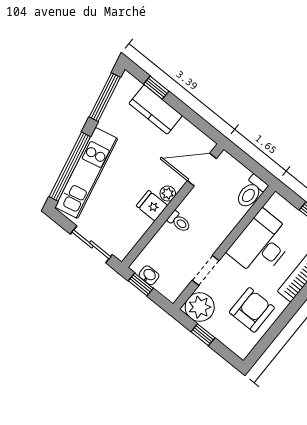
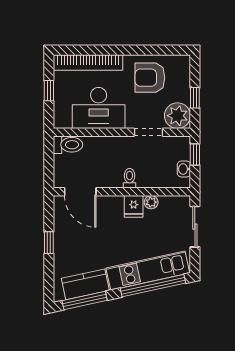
window: (156, 88) -> (49, 243), moved
kitchen counter: (156, 109) -> (85, 284), moved, turned -102
plant: (168, 193) -> (151, 202), moved
window: (141, 284) -> (195, 154), moved

